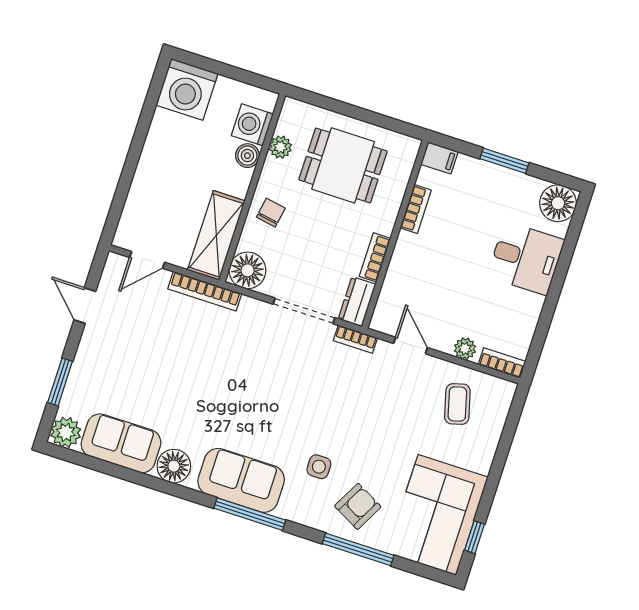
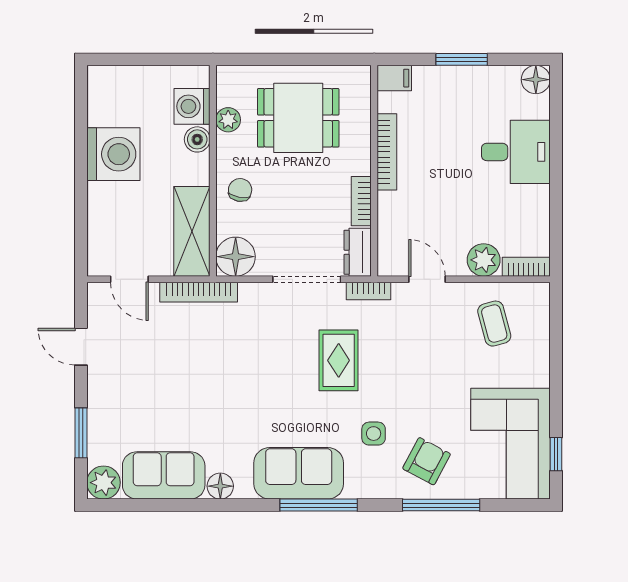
washing machine: (187, 89) -> (113, 154), moved, turned -90
floor lamp: (558, 203) -> (536, 80), width x0.73, depth x0.73
bookcase: (416, 209) -> (387, 152), width x1.56
door: (147, 260) -> (129, 279), hinge flipped
plant: (465, 349) -> (484, 260), width x1.38, depth x1.38
rug: (309, 392) -> (339, 360), added
floor lamp: (174, 466) -> (220, 486), width x0.73, depth x0.73

